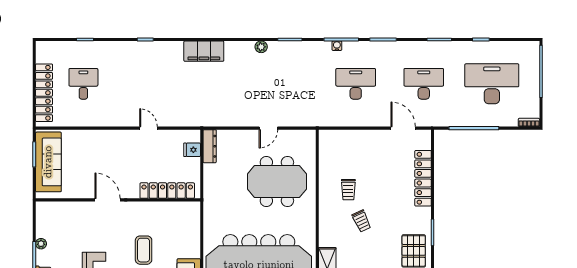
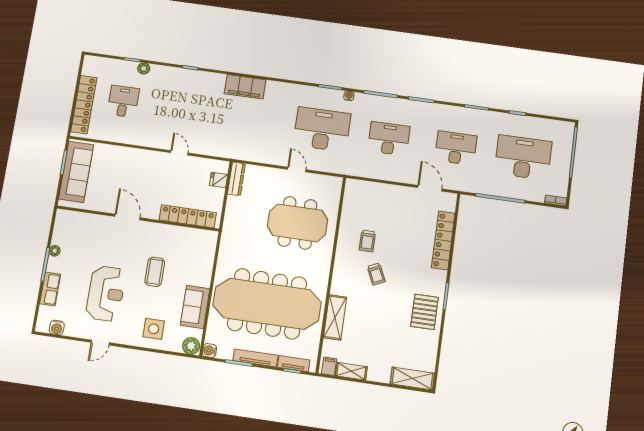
water cooler: (337, 46) -> (349, 96), moved
plant: (261, 47) -> (144, 68), moved
desk: (288, 84) -> (322, 129), added
door: (268, 128) -> (297, 169), swing flipped

